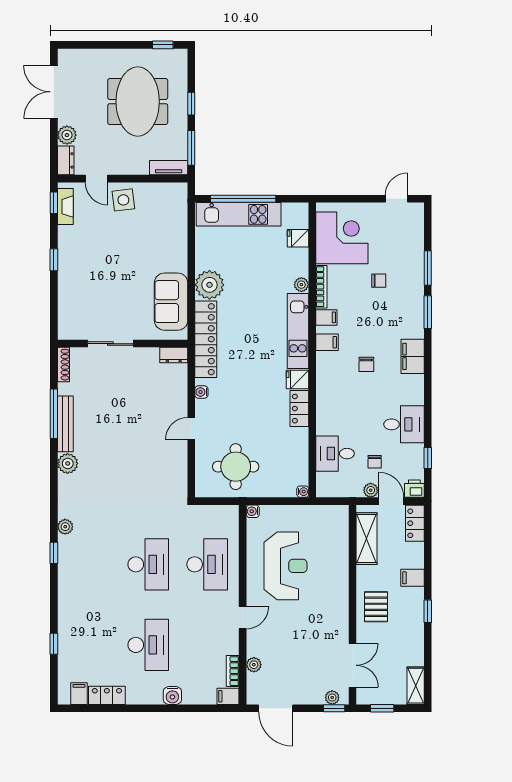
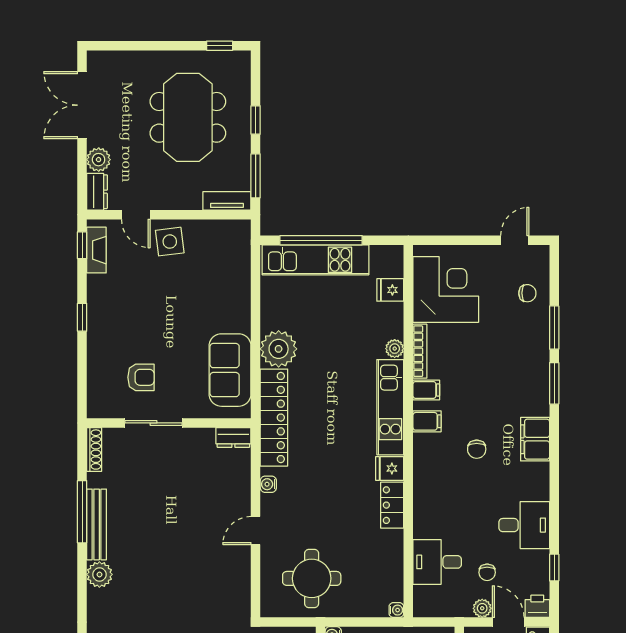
chair: (379, 281) -> (527, 293), moved
armchair: (101, 307) -> (141, 377), added

